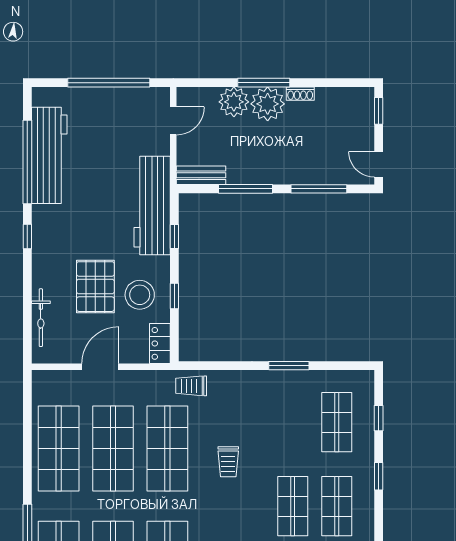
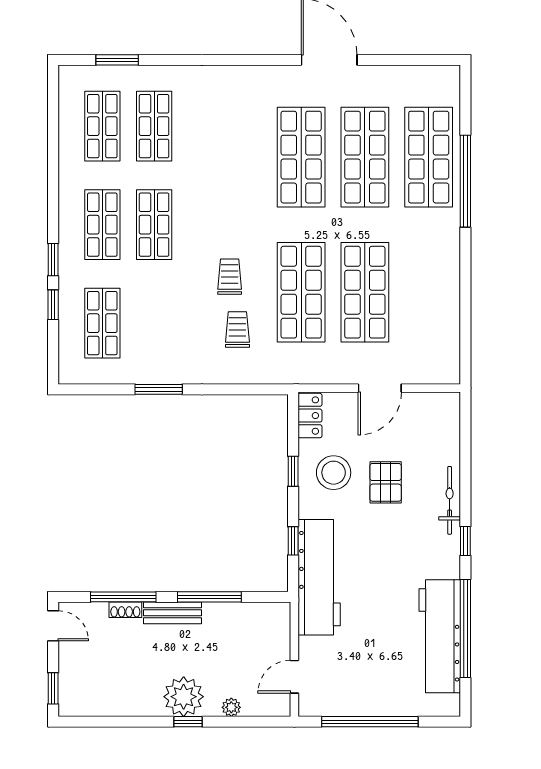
window: (264, 83) -> (188, 722), width x0.46
shoe rack: (300, 94) -> (125, 610), moved, turned 180
plant: (234, 102) -> (231, 707), width x0.53, depth x0.53
bench: (201, 175) -> (173, 613), moved
pallet: (95, 287) -> (386, 482), width x0.67, depth x0.71
bicycle: (41, 318) -> (450, 500), moved
trolley: (191, 386) -> (237, 329), moved, turned -90
window: (379, 418) -> (53, 305), moved
shop shelf: (59, 449) -> (429, 292), removed

